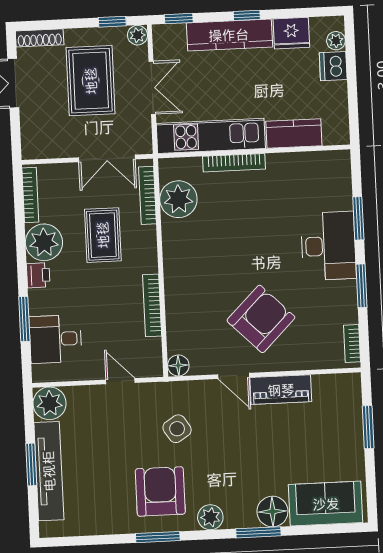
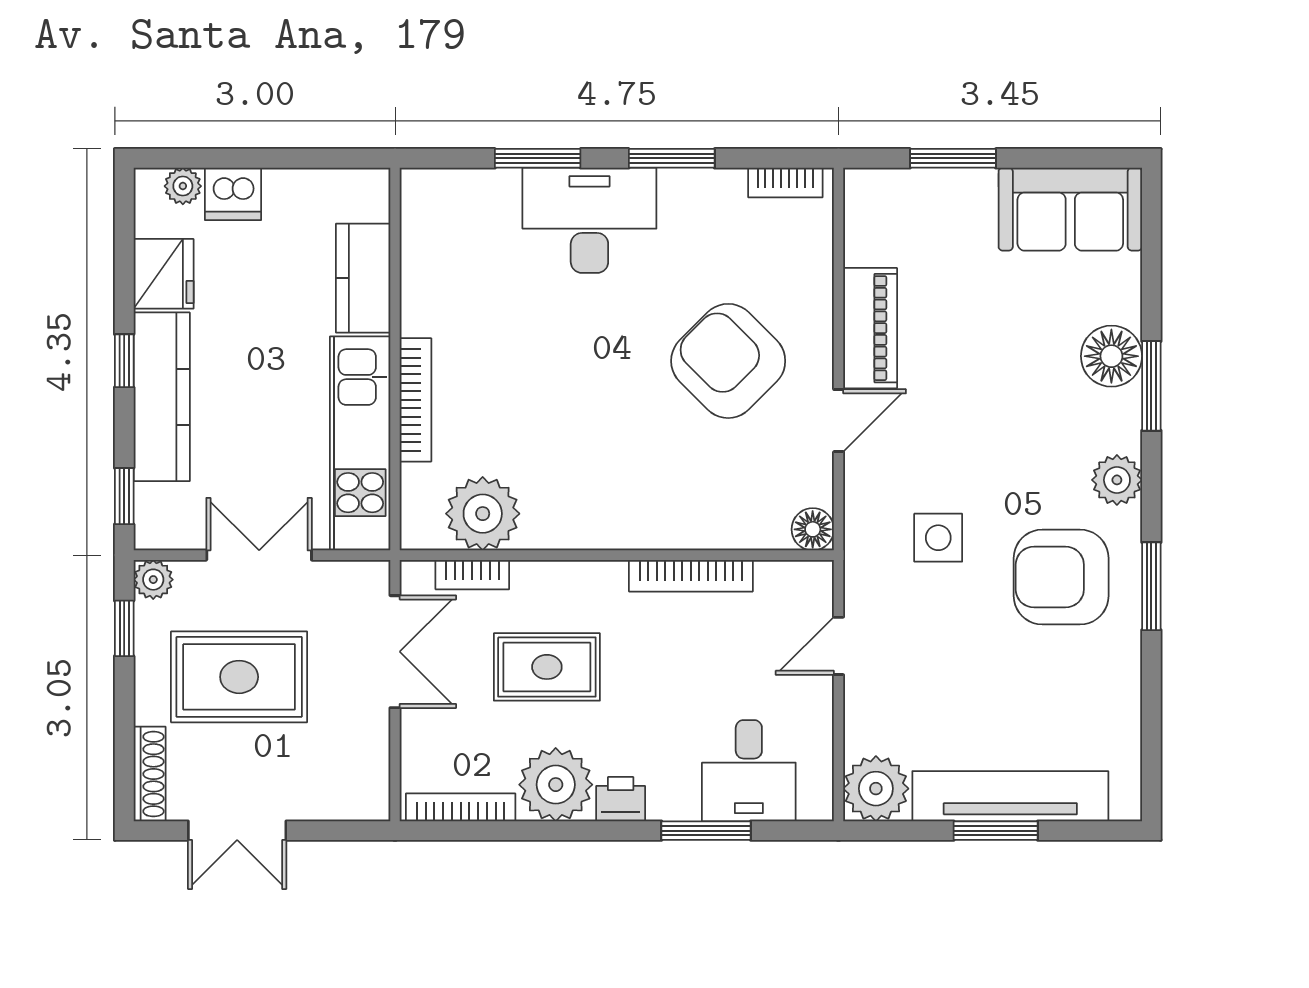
bookcase: (148, 195) -> (472, 575), width x0.64
side table: (177, 429) -> (938, 538), turned 33
sofa: (326, 504) -> (1070, 209), moved, turned -90

